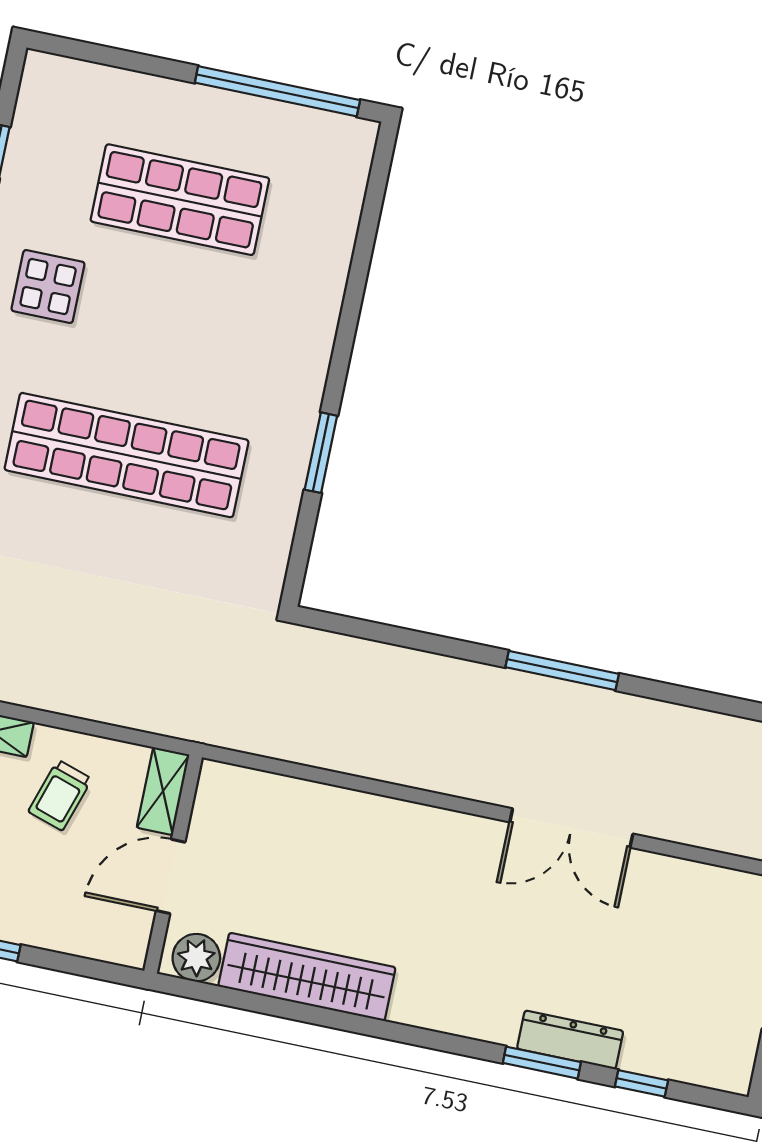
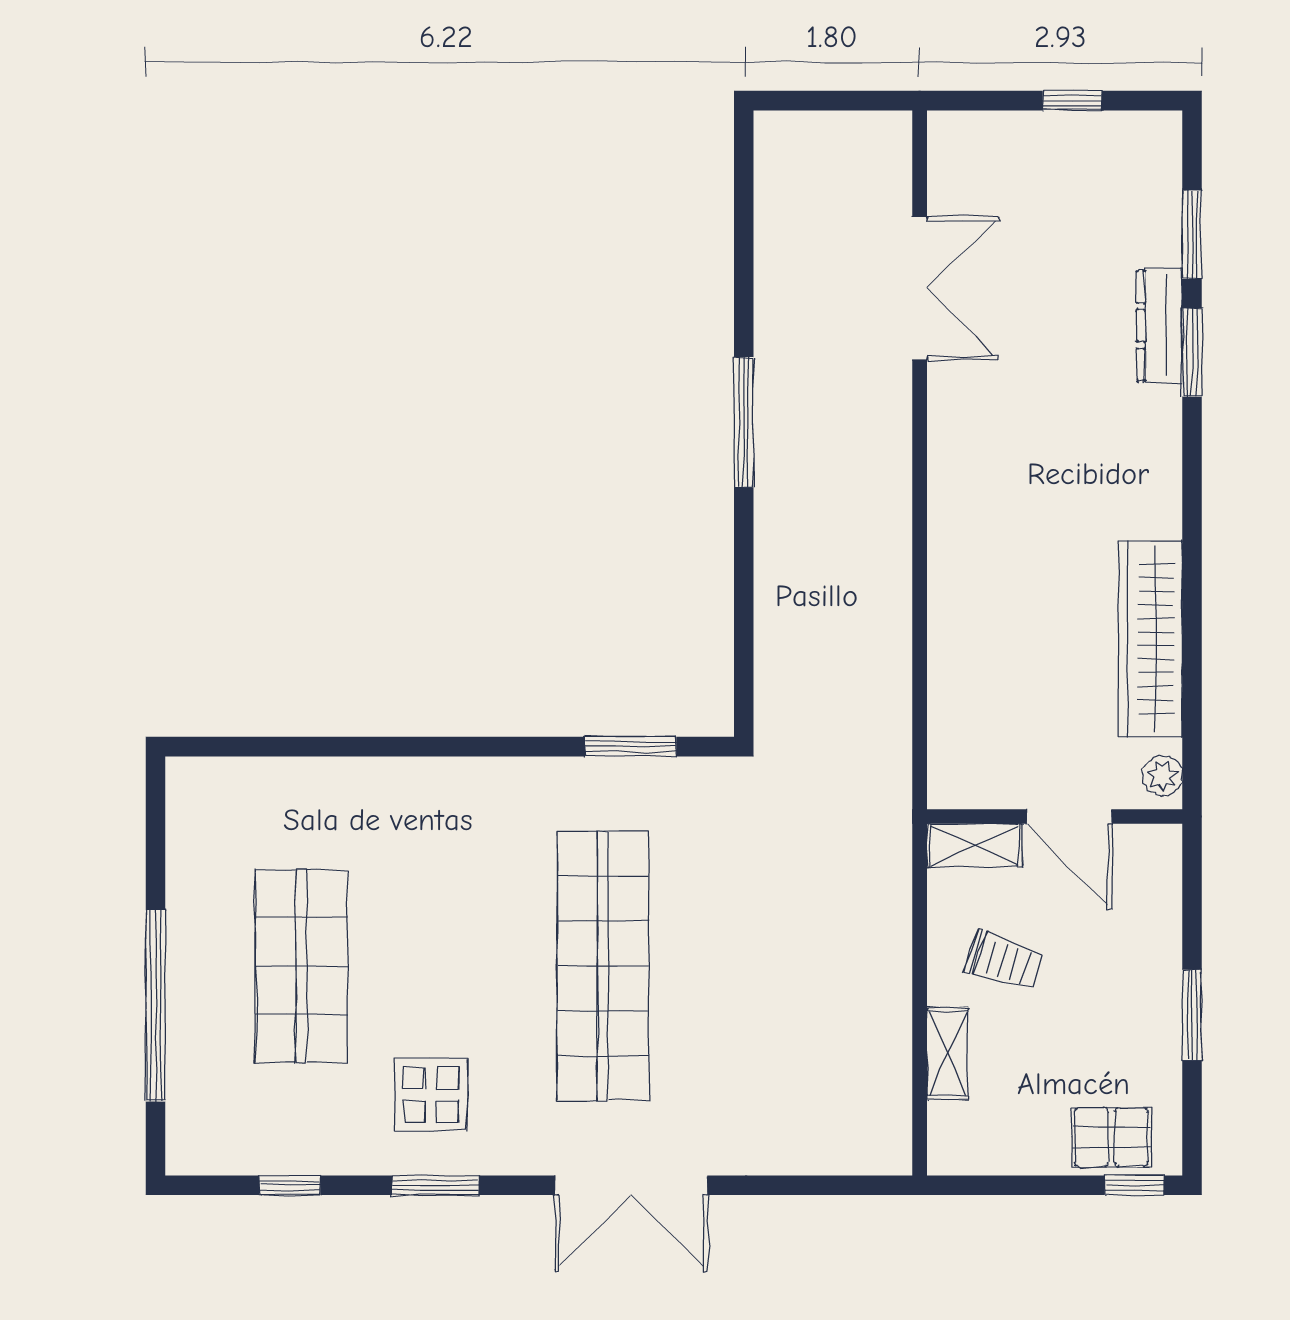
window: (277, 91) -> (156, 1006), moved
window: (321, 453) -> (631, 747), moved
double door: (571, 828) -> (920, 288), moved
plant: (196, 958) -> (1162, 776), width x0.73, depth x0.73
window: (641, 1083) -> (1192, 235), width x1.50

